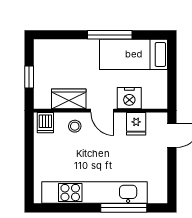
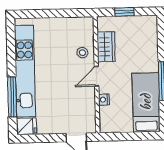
nightstand: (129, 98) -> (104, 100), width x0.53, depth x0.56
dishwasher: (45, 123) -> (85, 27), removed
fridge: (136, 124) -> (27, 126), moved, turned 180

